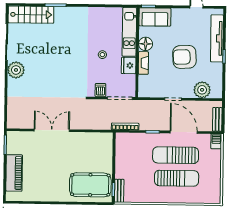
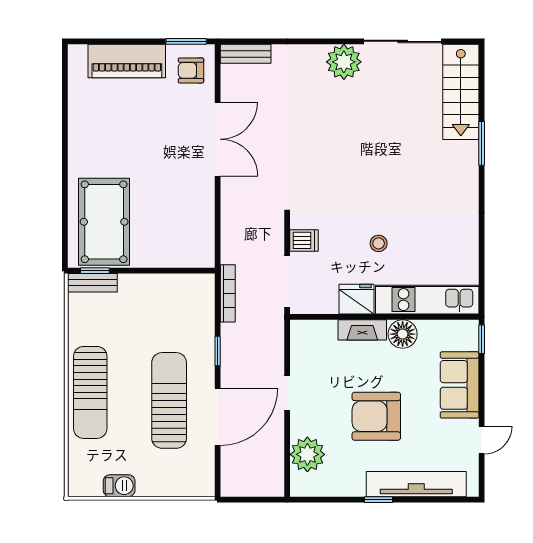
sofa: (155, 17) -> (460, 385), moved
armchair: (184, 57) -> (376, 416), turned -87
bench: (217, 119) -> (246, 54), moved
barbecue: (216, 141) -> (119, 486), moved
armchair: (19, 143) -> (191, 70), added
sun lounger: (177, 178) -> (90, 392), moved

